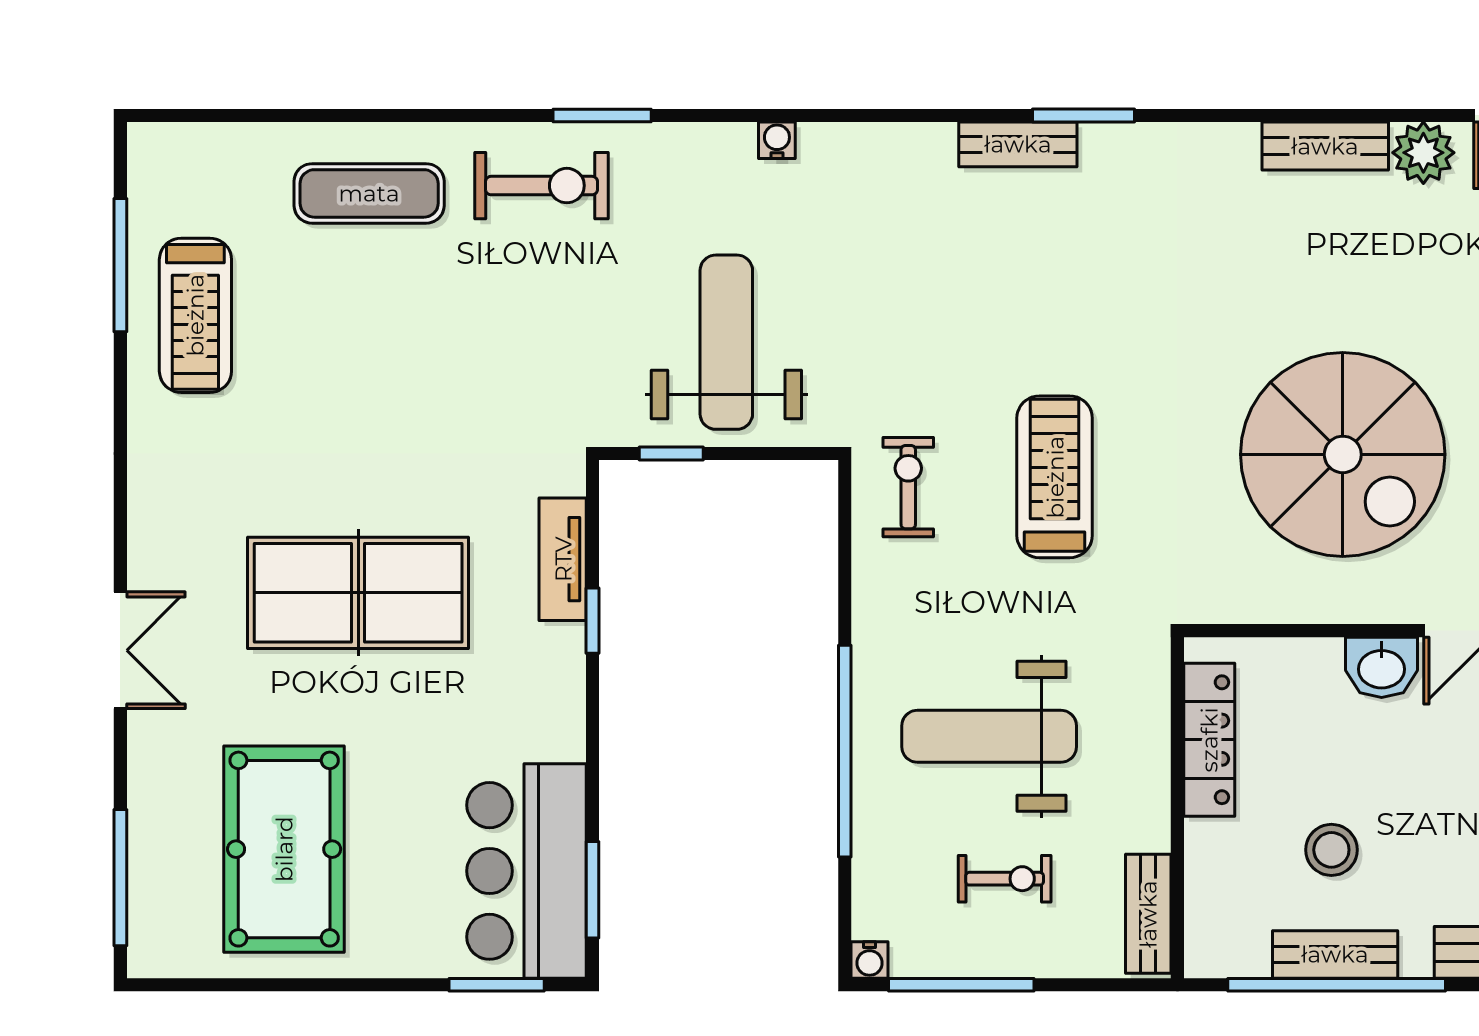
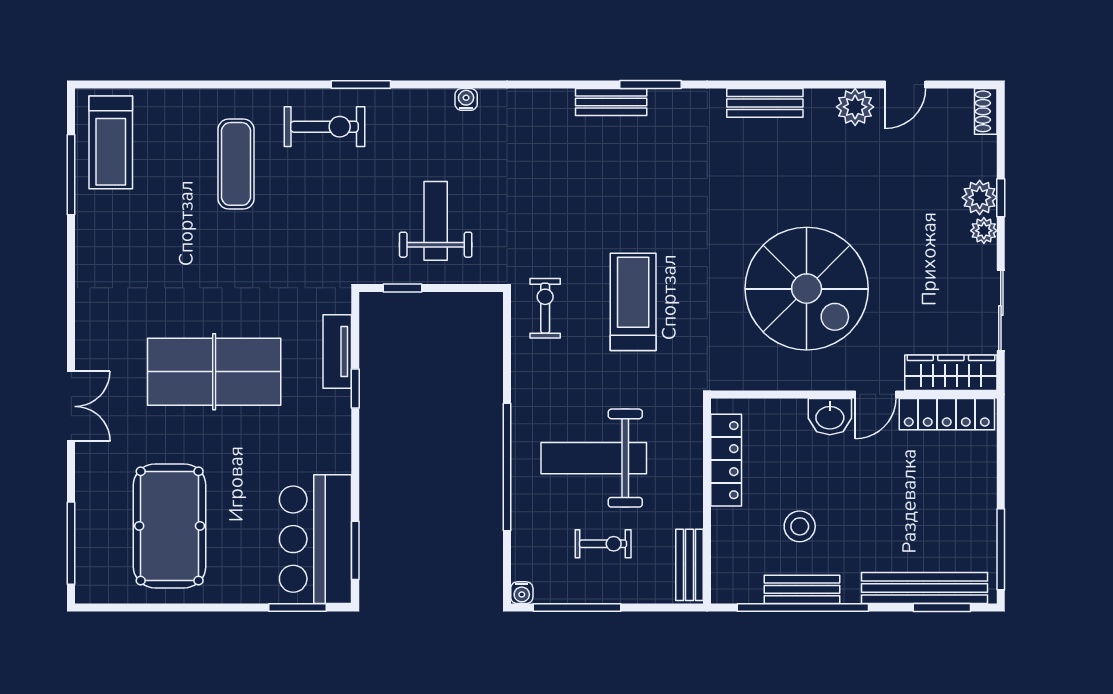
bench: (1325, 146) -> (765, 103), moved
exercise mat: (369, 193) -> (236, 164), moved, turned 90
treadmill: (195, 315) -> (111, 142), moved
weight bench: (726, 342) -> (436, 221), width x0.73, depth x0.75

